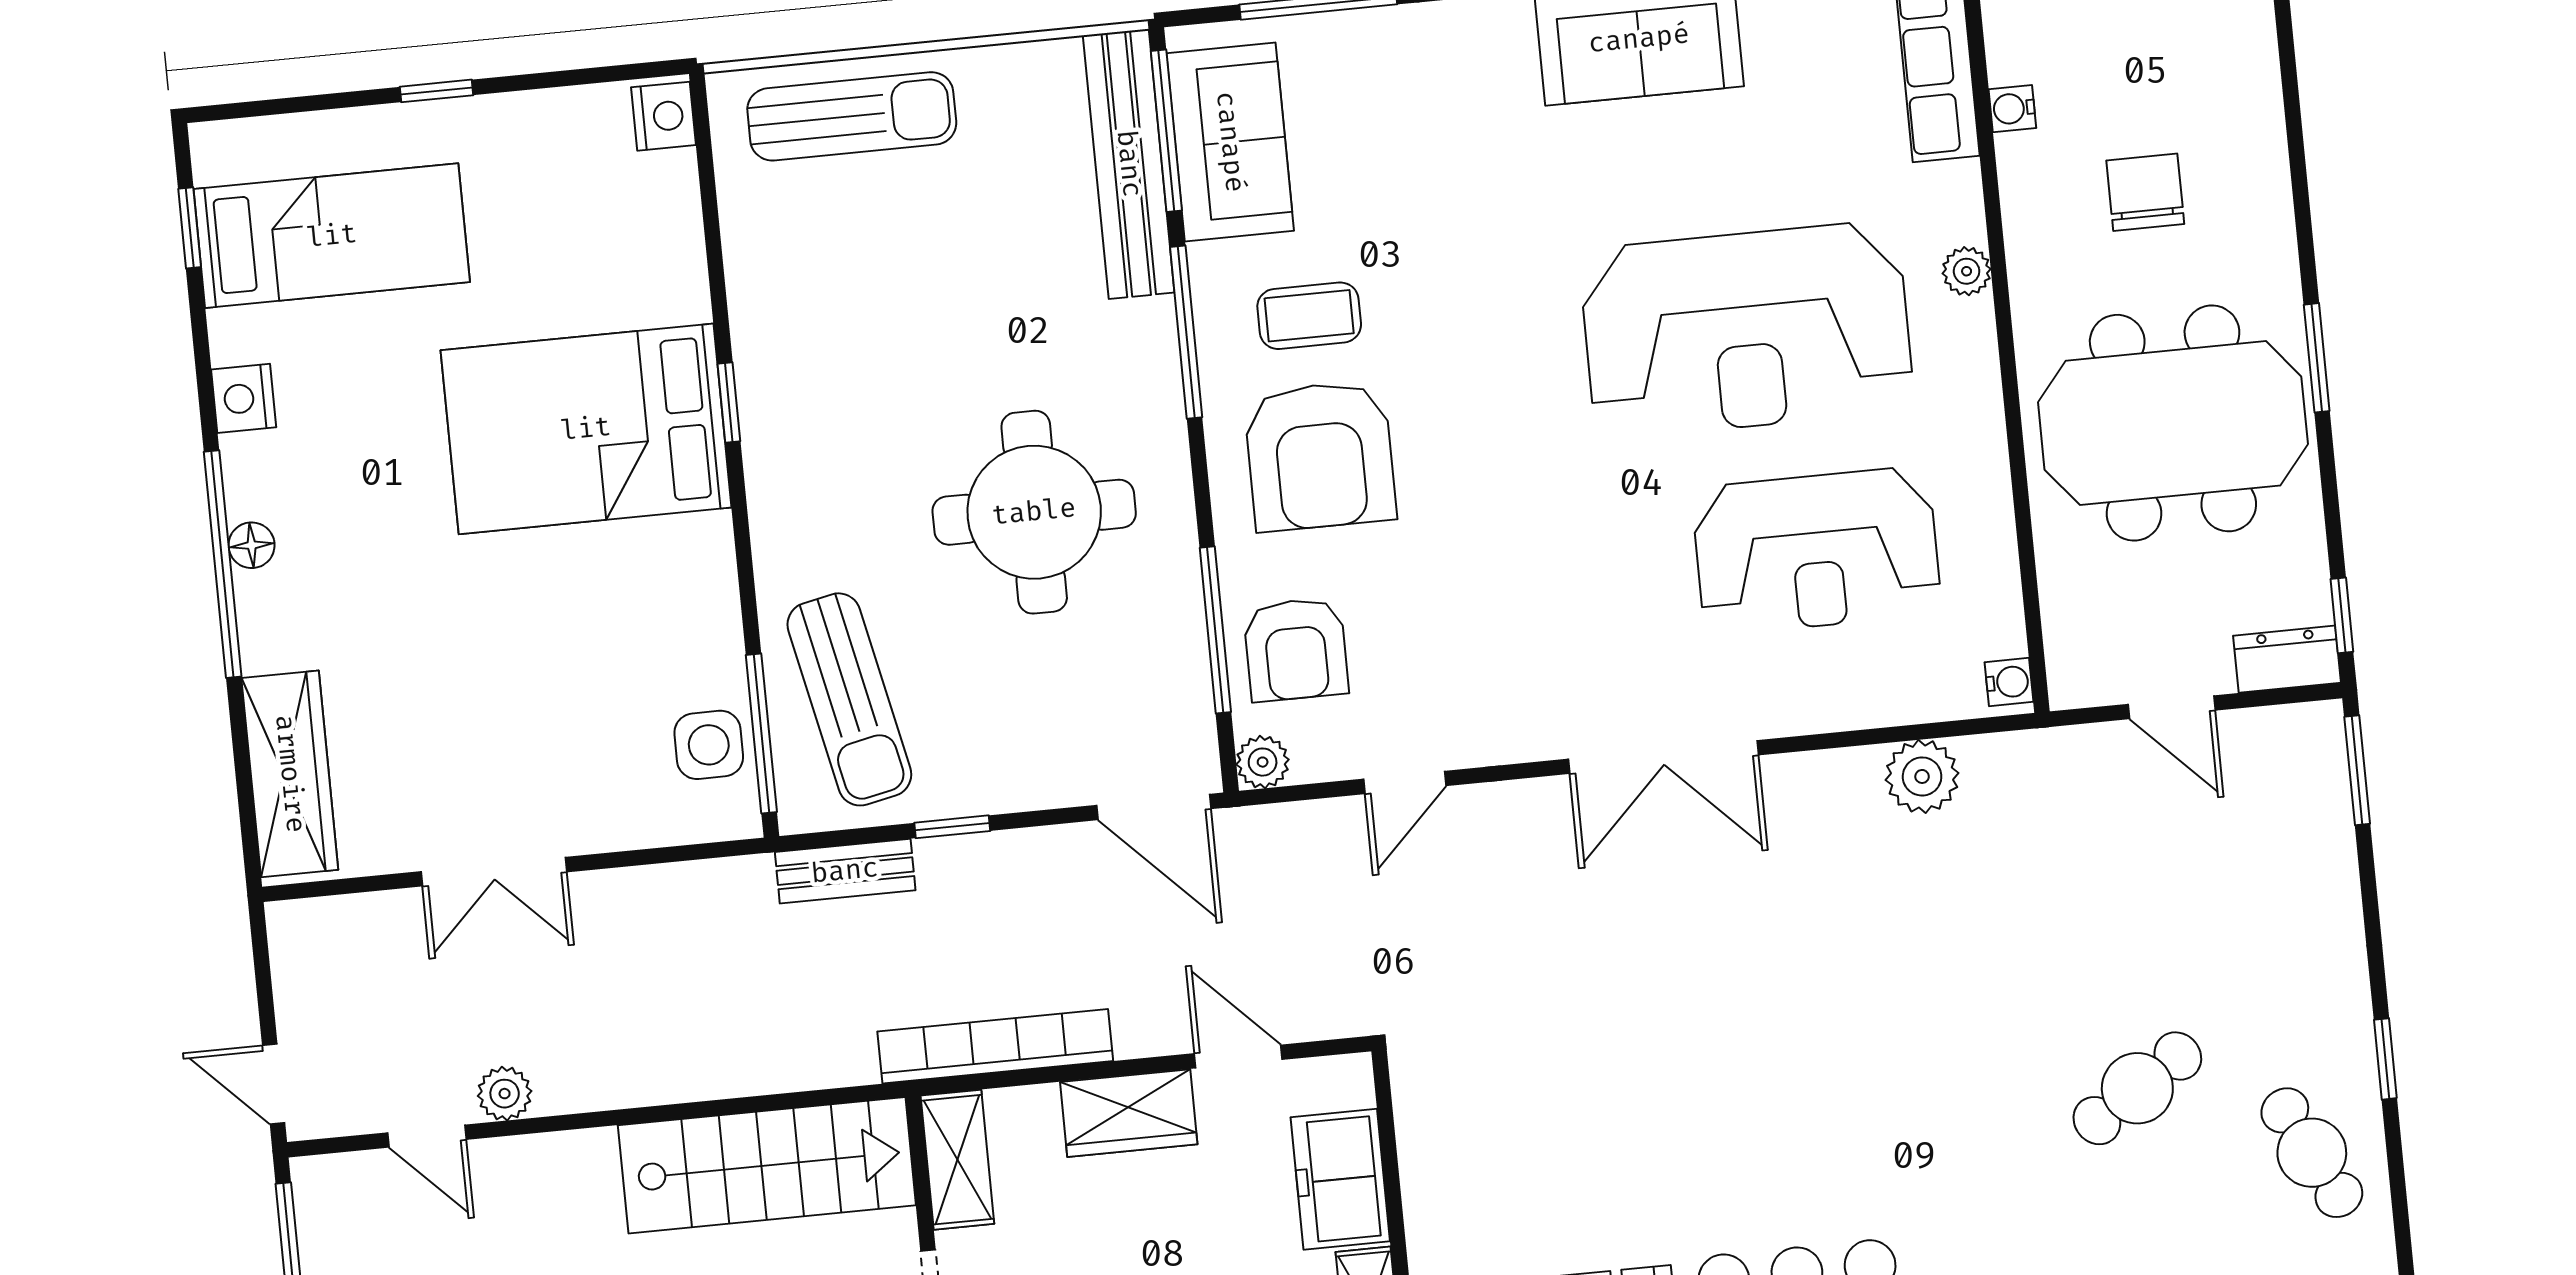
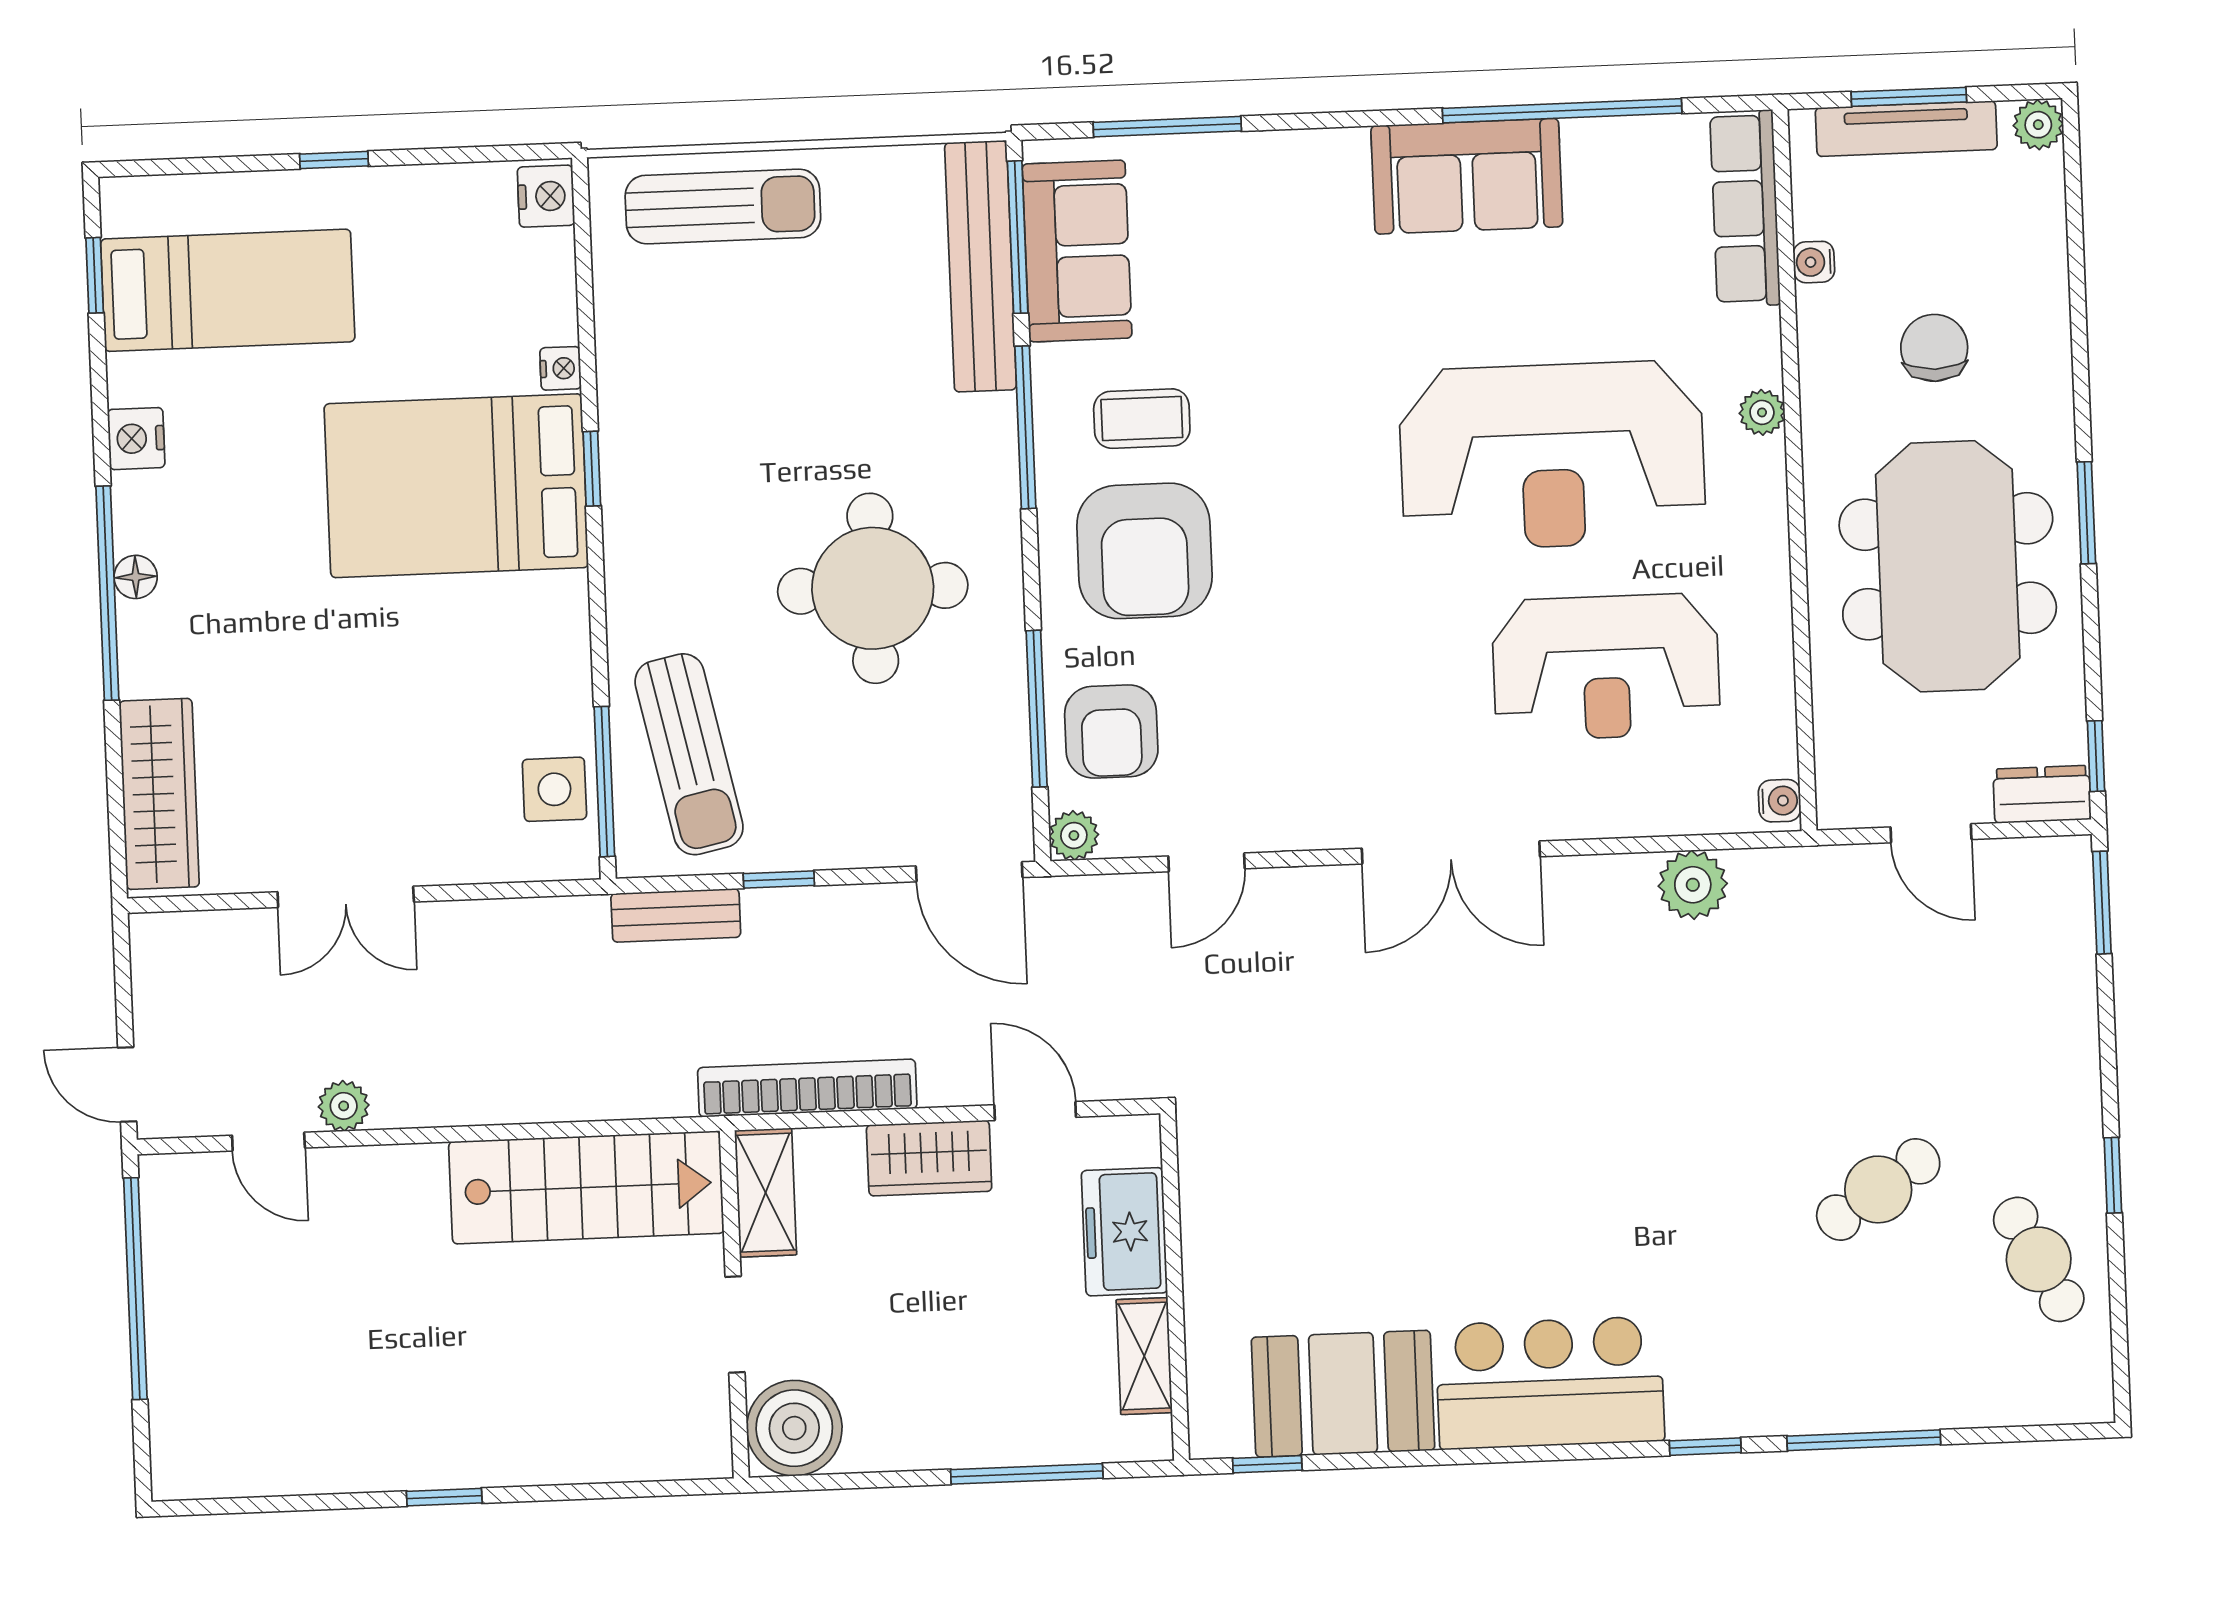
nightstand: (689, 298) -> (561, 368), added
meeting table: (2173, 423) -> (1948, 566), turned 90

